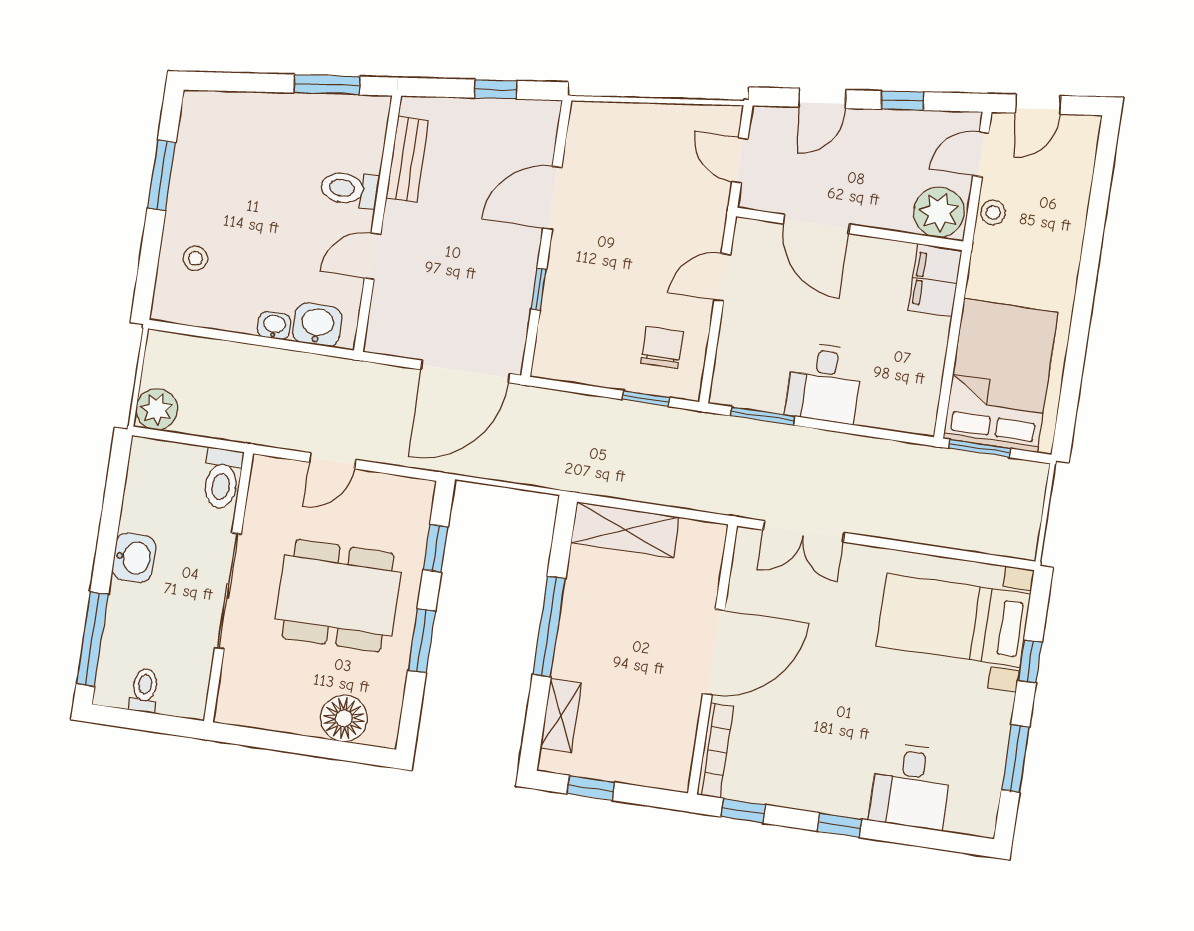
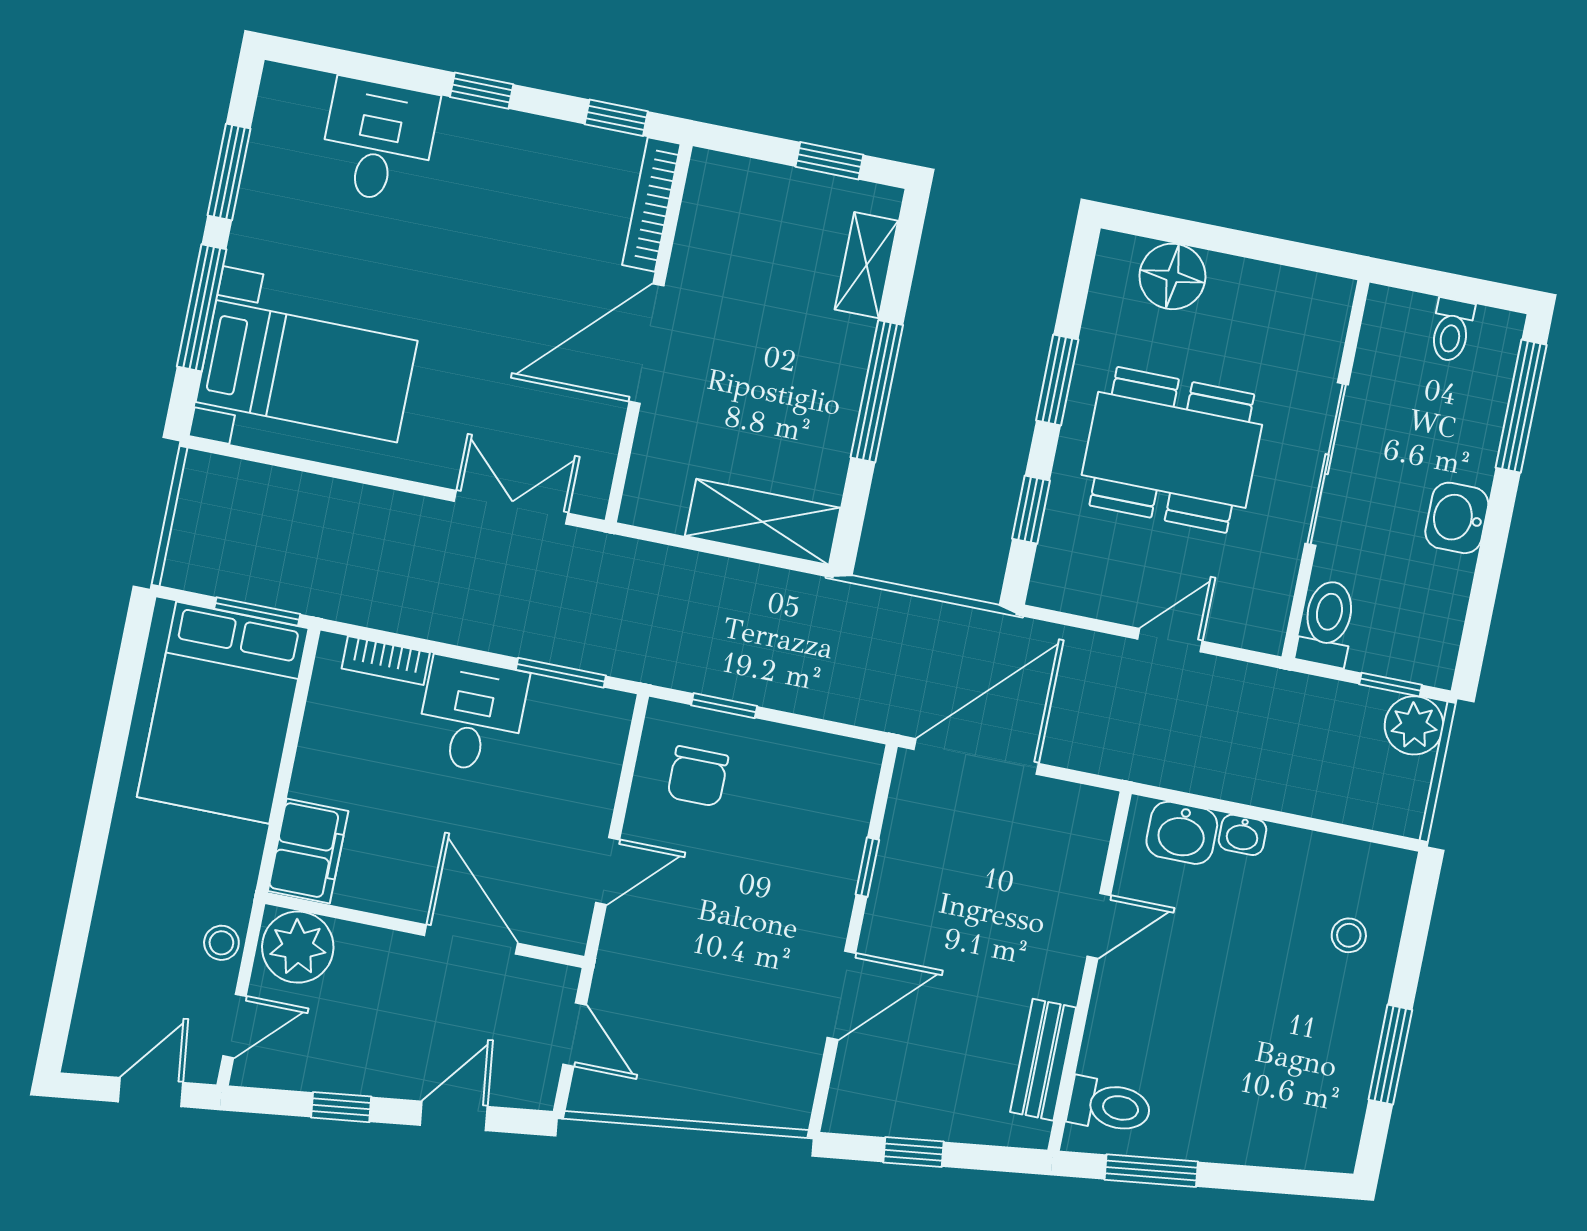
toilet: (350, 189) -> (1110, 1106), moved
bookcase: (887, 418) -> (386, 661), added
window: (175, 437) -> (1391, 685), added
window: (1030, 661) -> (202, 308), width x2.17

